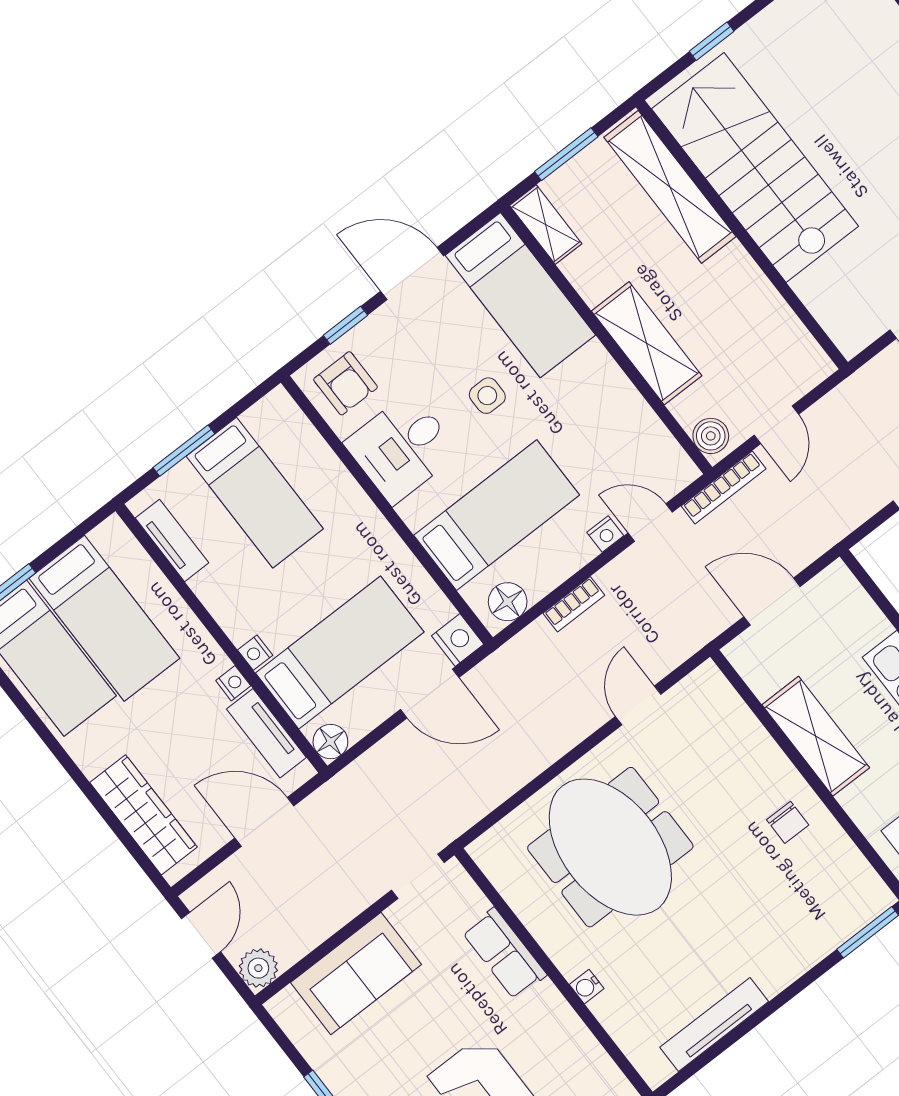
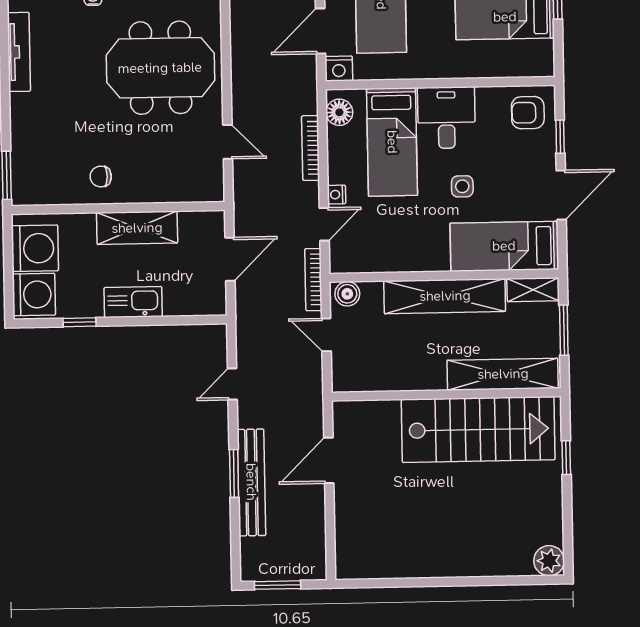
shelving: (647, 343) -> (445, 296), width x1.47
desk: (402, 448) -> (446, 118), moved
bookcase: (574, 604) -> (311, 148), width x1.56

